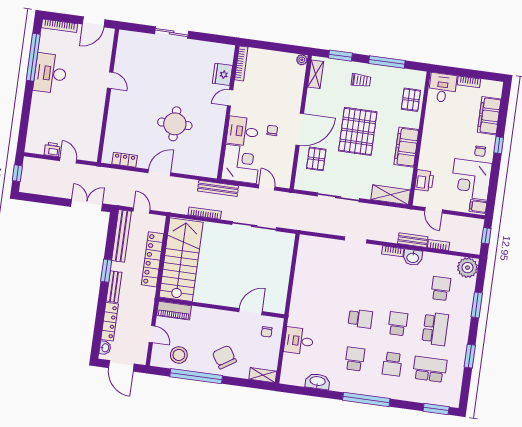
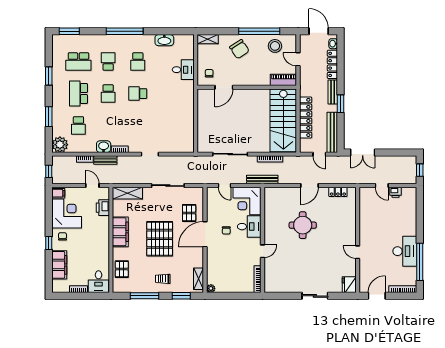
fridge: (222, 74) -> (349, 285), moved, turned 180

